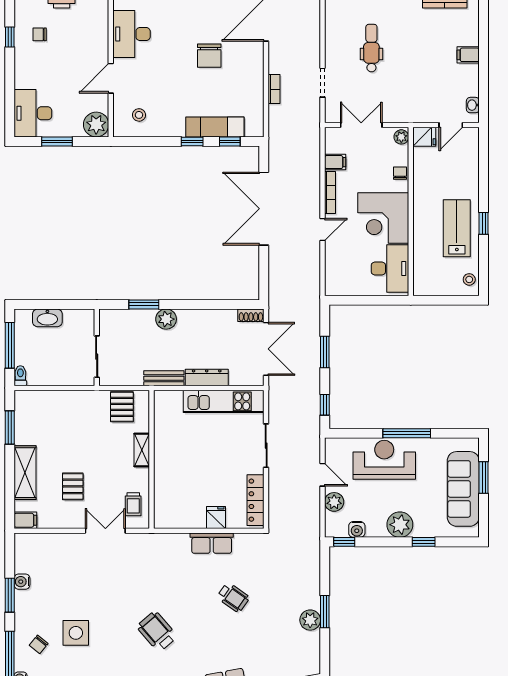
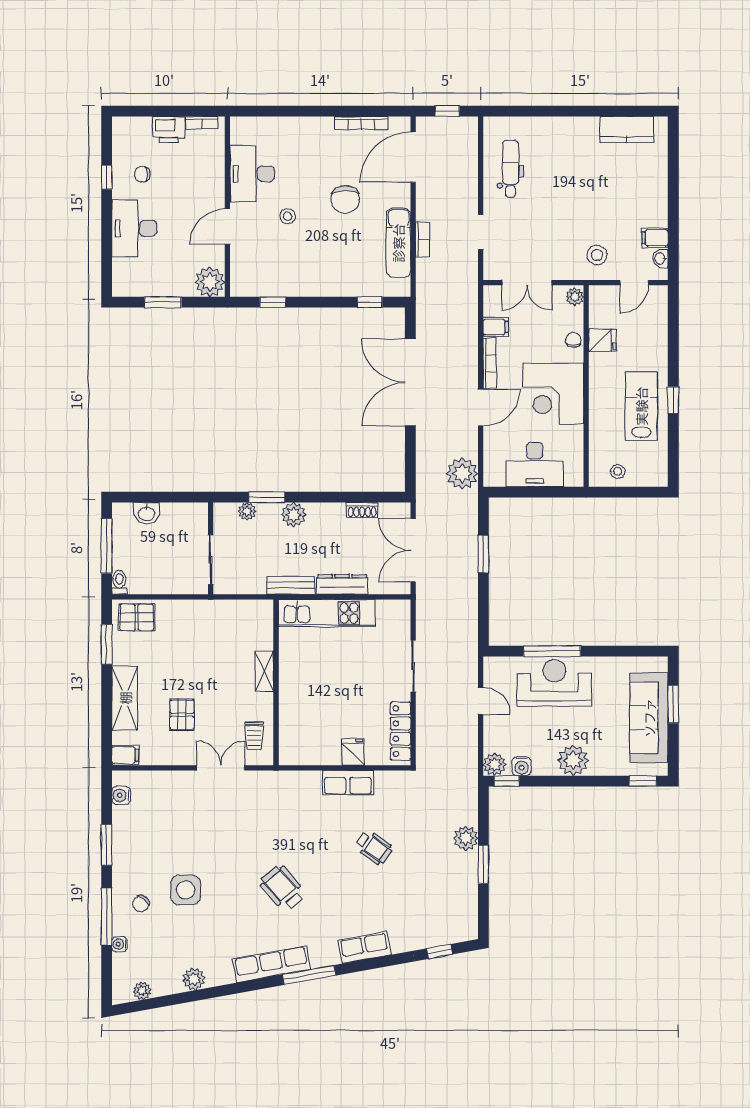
dental chair: (371, 48) -> (511, 169), moved
filing cabinet: (468, 55) -> (655, 238), moved
stool: (420, 102) -> (597, 255), added
desk: (33, 113) -> (134, 228), moved
stool: (139, 115) -> (288, 216), moved
double door: (361, 125) -> (527, 283), swing flipped
exam couch: (215, 127) -> (398, 243), moved, turned -90
fridge: (424, 137) -> (602, 340), moved
window: (192, 141) -> (273, 302), moved
door: (323, 230) -> (481, 408), width x1.38
desk: (390, 268) -> (535, 464), moved, turned 90
stool: (469, 279) -> (618, 471), moved
plant: (307, 285) -> (462, 473), added
shoe rack: (251, 315) -> (362, 510), moved
plant: (127, 316) -> (247, 511), added
washbasin: (47, 318) -> (147, 513), width x0.72
double door: (266, 349) -> (413, 550), swing flipped
kitchen unit: (224, 401) -> (327, 613), moved
window: (325, 405) -> (483, 617), removed
pallet: (122, 407) -> (137, 617), moved, turned 90
window: (407, 433) -> (552, 651), moved
plant: (334, 502) -> (495, 764), moved
window: (424, 542) -> (643, 781), moved
water cooler: (22, 582) -> (121, 795), moved
plant: (310, 620) -> (466, 838), moved

